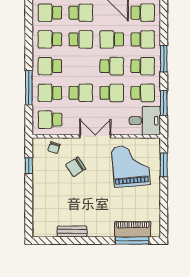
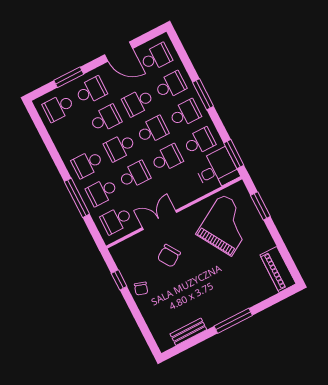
school desk: (50, 39) -> (120, 147), moved
window: (164, 103) -> (234, 154), moved
double door: (95, 136) -> (159, 220), moved
chair: (54, 148) -> (141, 289), moved
grand piano: (131, 166) -> (226, 225), turned 64
piano: (133, 229) -> (278, 269), moved, turned -90
bench: (72, 232) -> (188, 332), moved
window: (132, 241) -> (233, 321), moved

